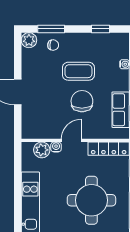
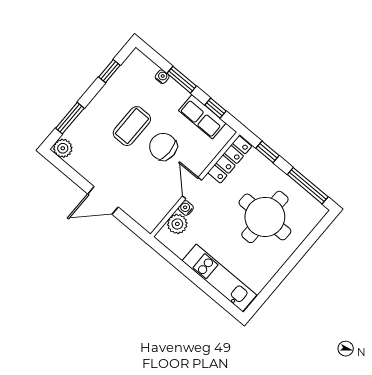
chair: (53, 45) -> (87, 129), removed

